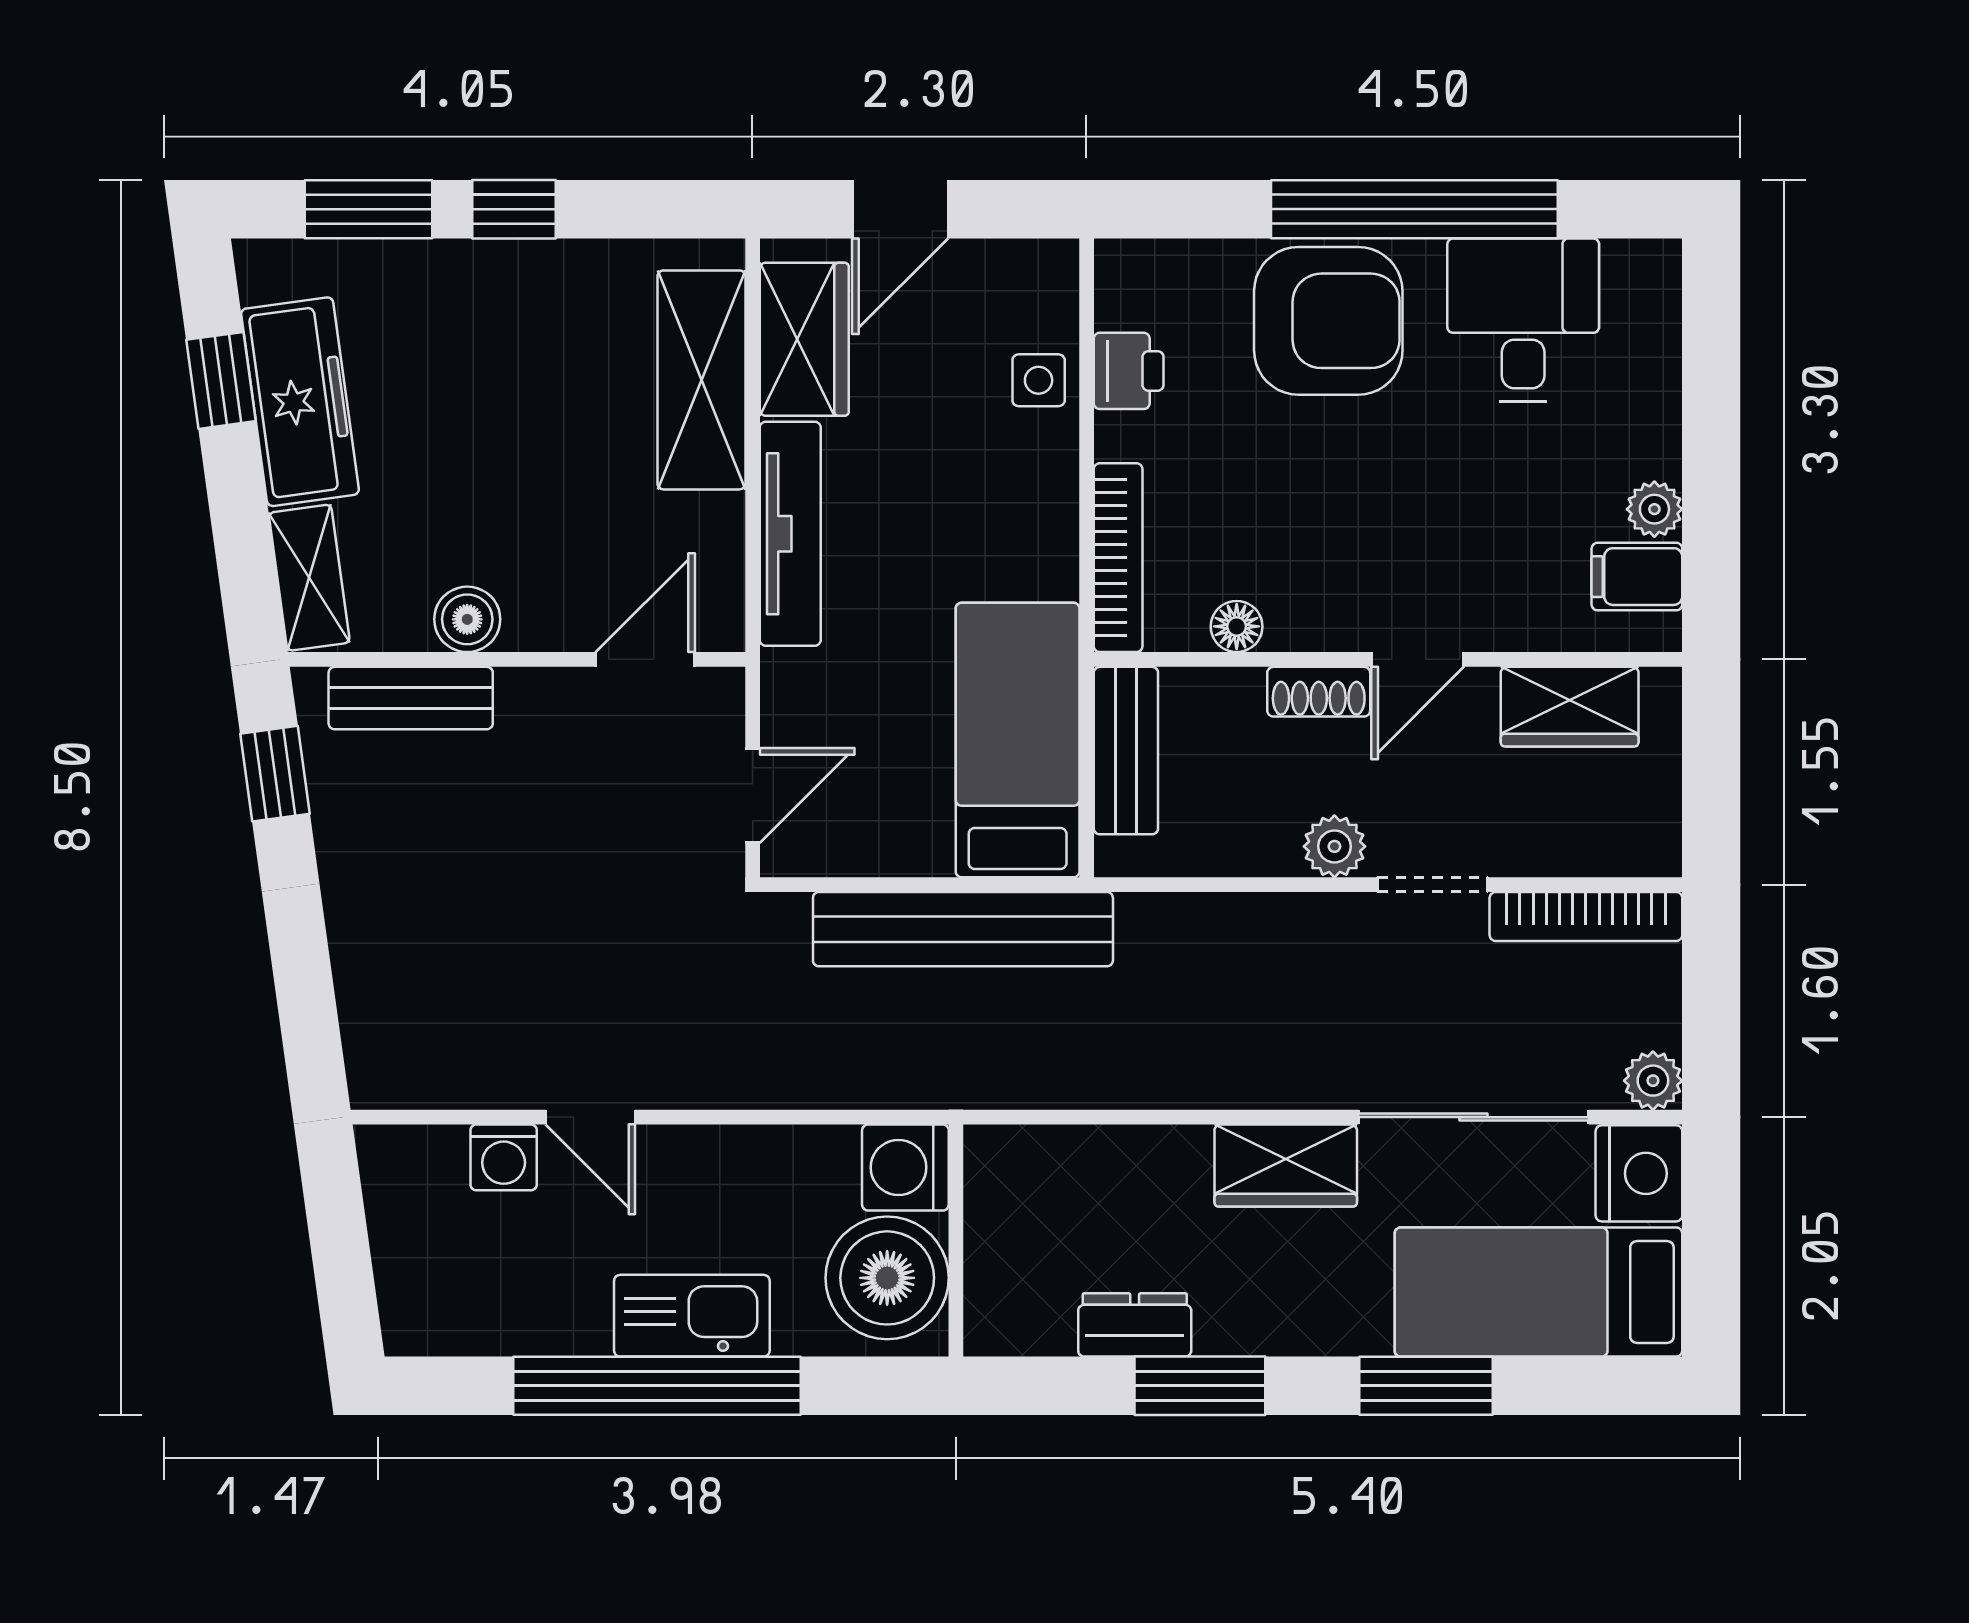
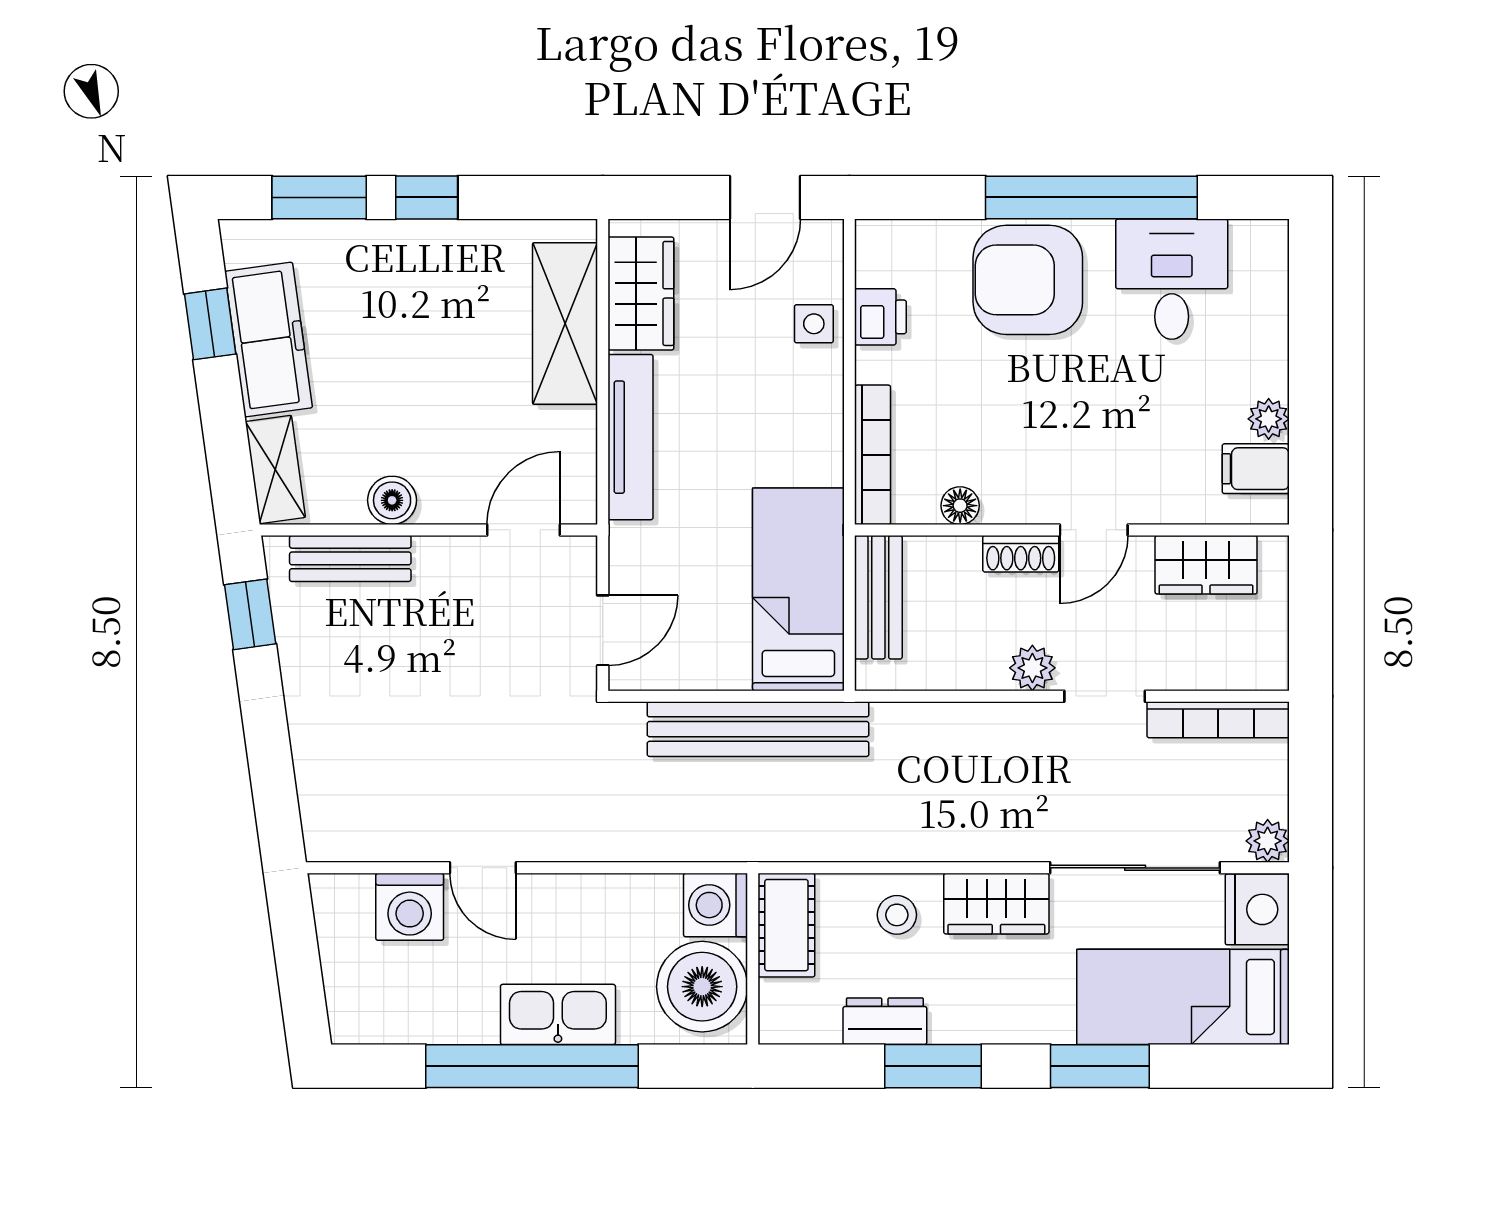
door: (900, 209) -> (765, 197), moved
armchair: (1328, 321) -> (1028, 280), turned 180
washing machine: (504, 1157) -> (410, 907), width x1.38, depth x1.38
stool: (1151, 1181) -> (897, 915), added
cot: (1001, 1195) -> (786, 925), added

